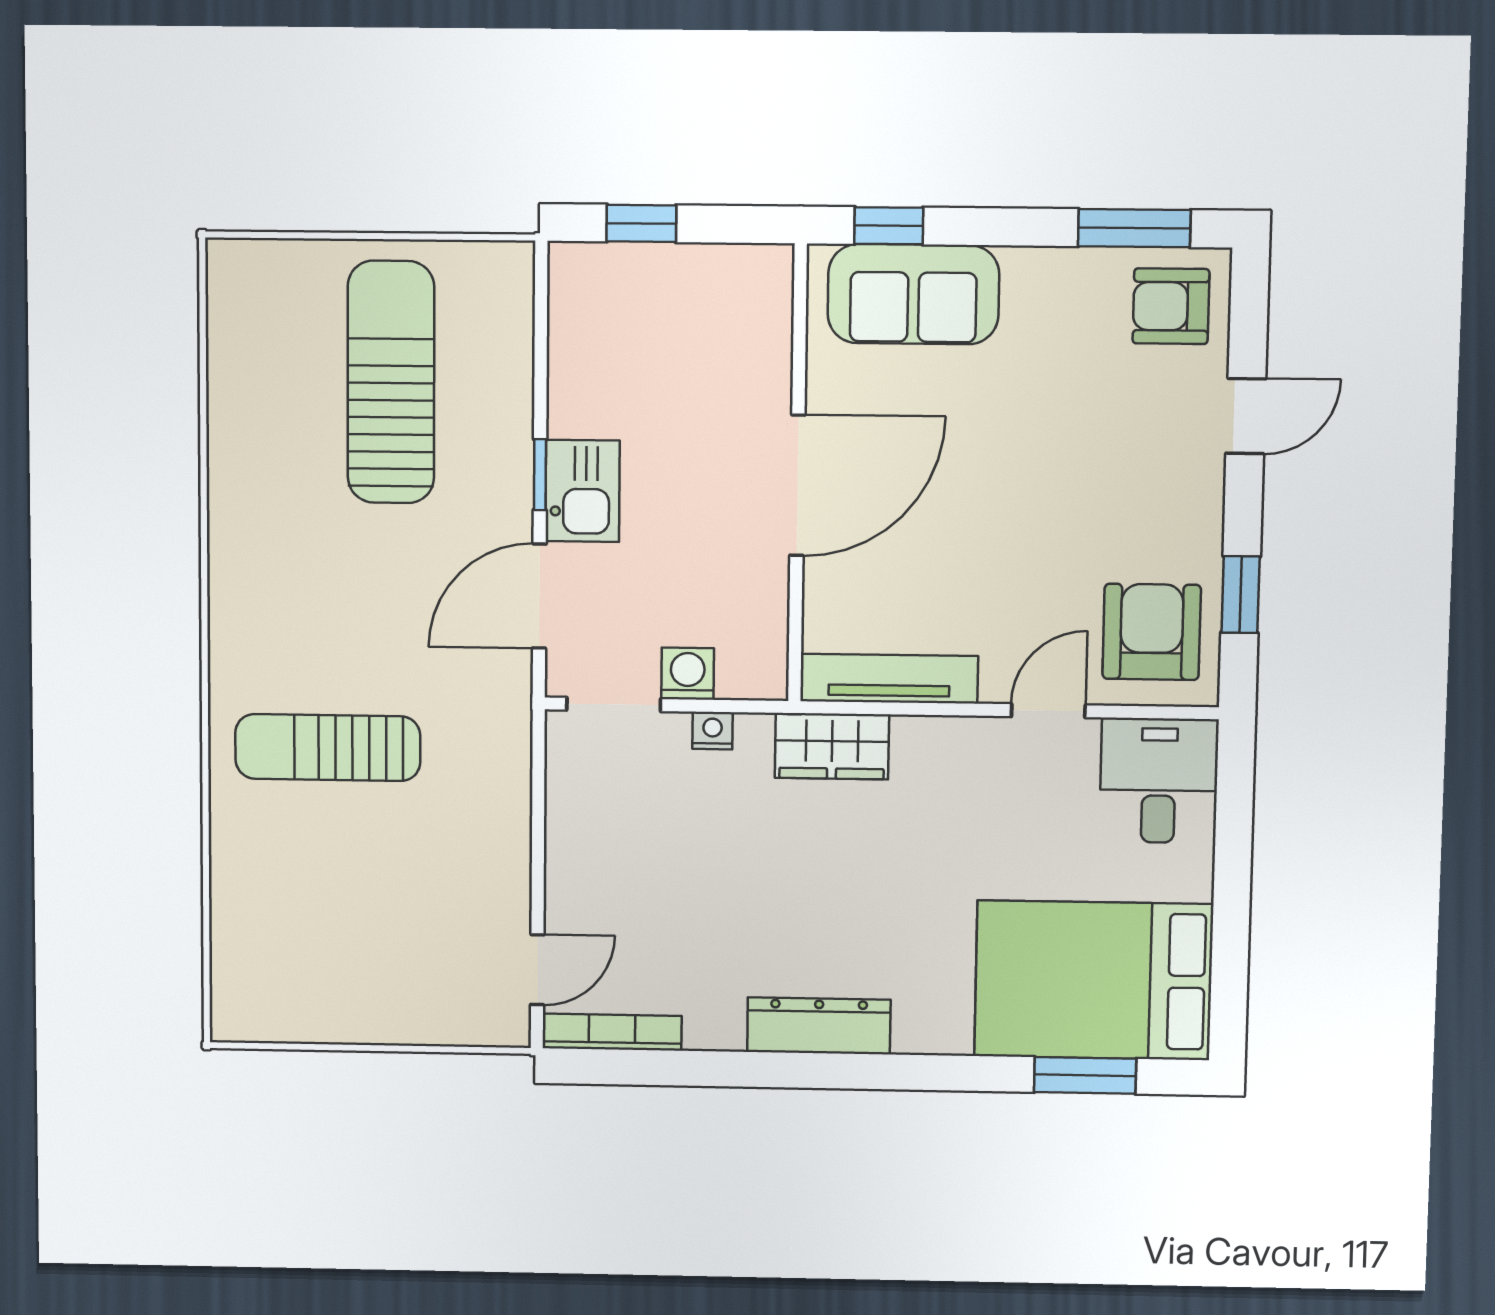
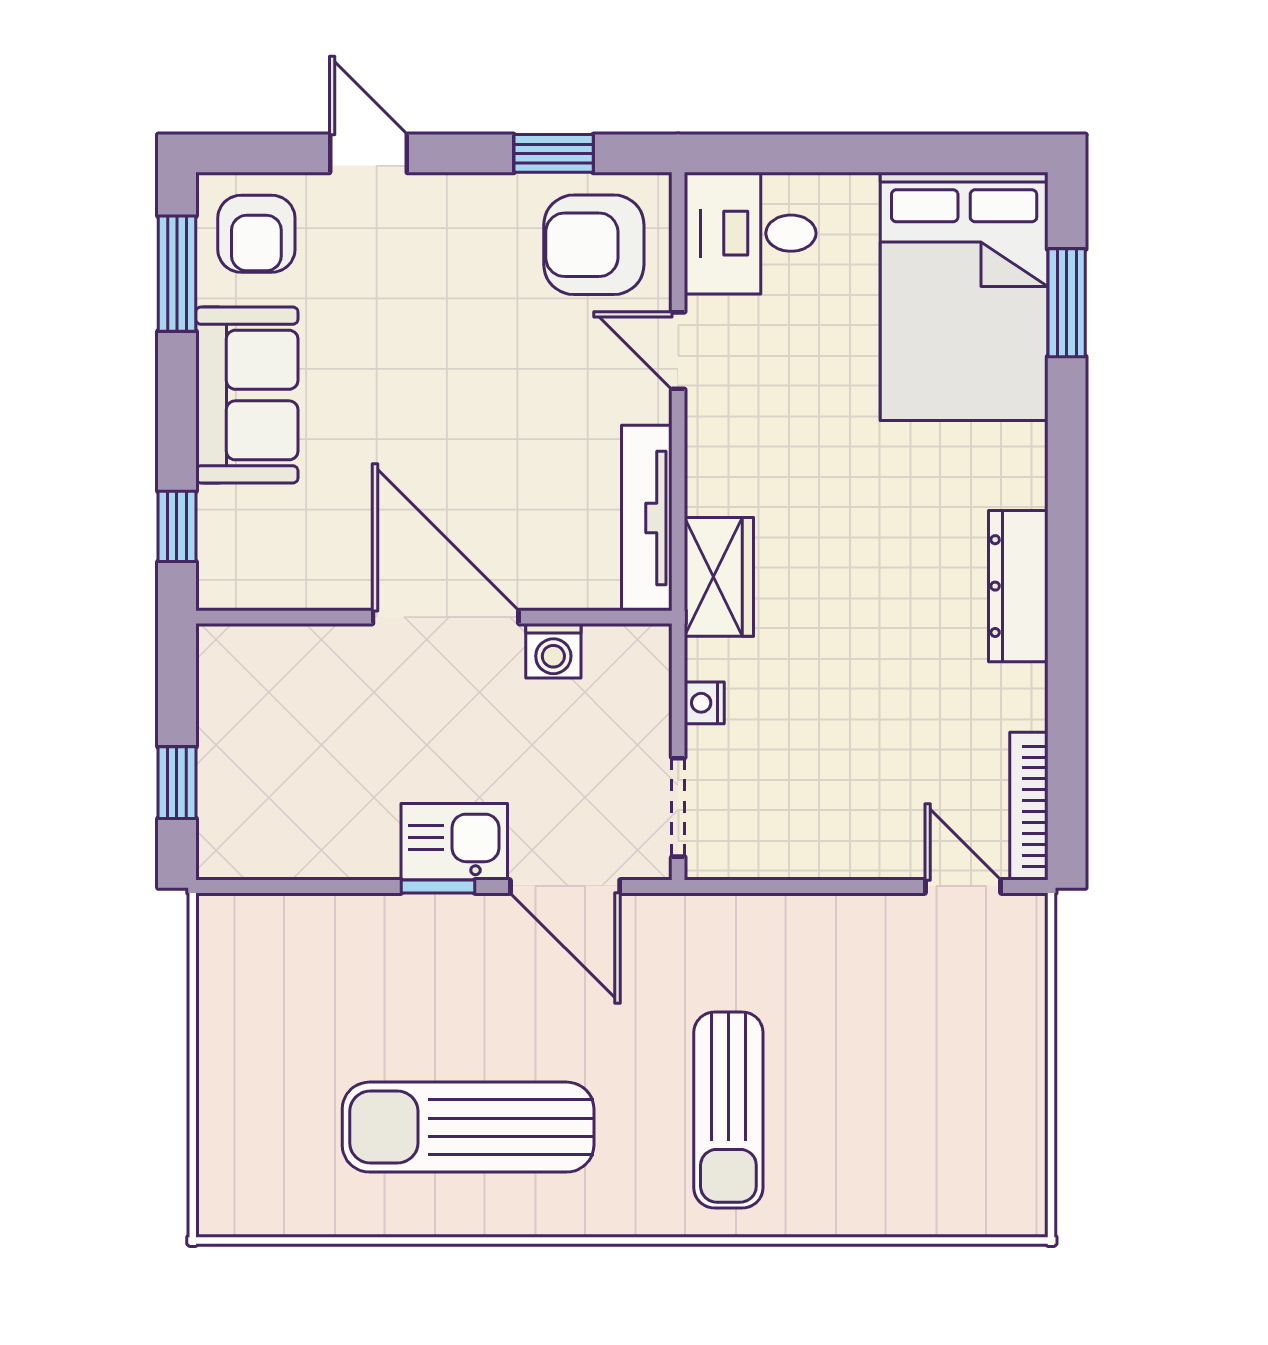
sofa: (913, 294) -> (247, 395), moved
sun lounger: (391, 382) -> (468, 1127), moved
washing machine: (688, 674) -> (553, 651), moved, turned -90

